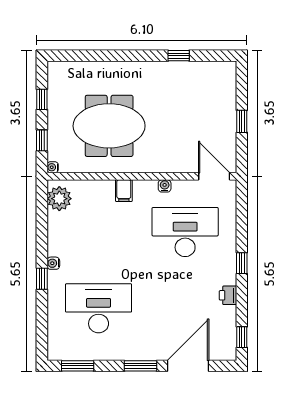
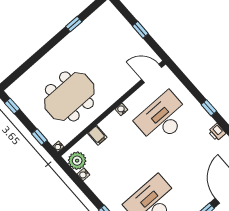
window: (42, 99) -> (12, 106), moved
water cooler: (165, 186) -> (121, 109), moved
filing cabinet: (124, 191) -> (97, 135), moved
water cooler: (53, 263) -> (83, 174), moved

